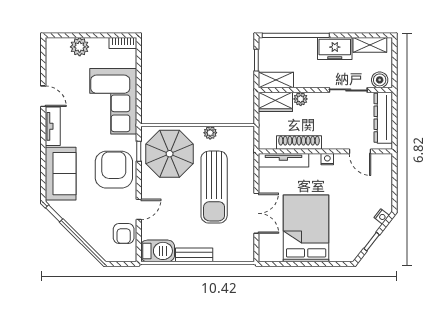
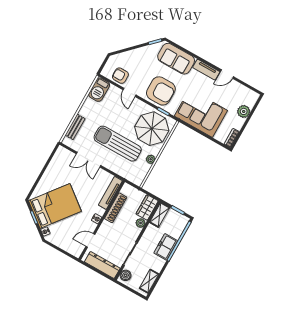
freezer: (335, 49) -> (166, 247), moved
bed: (306, 228) -> (55, 206), moved, turned -52
bench: (194, 255) -> (75, 127), moved

